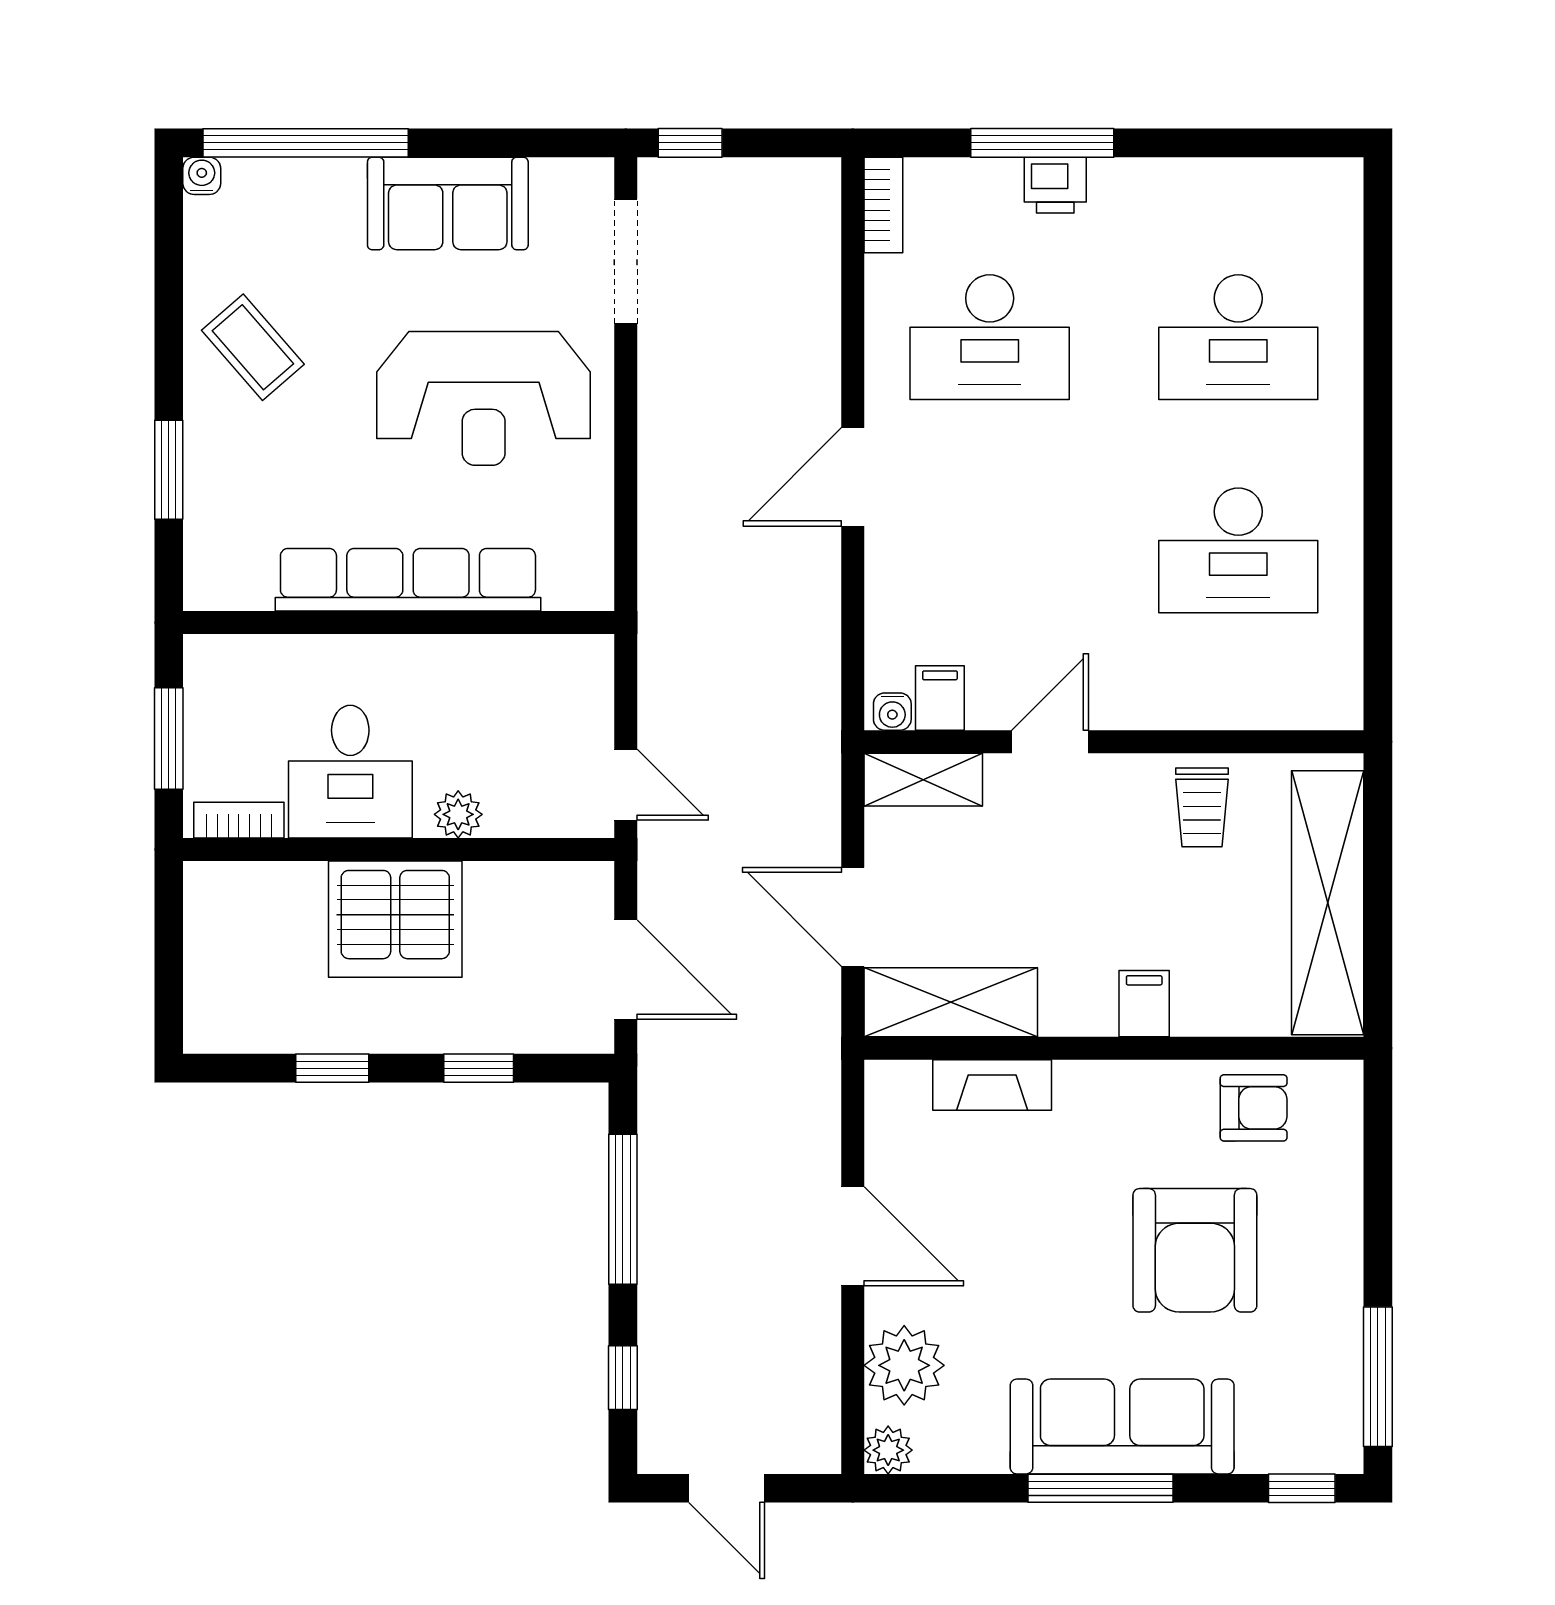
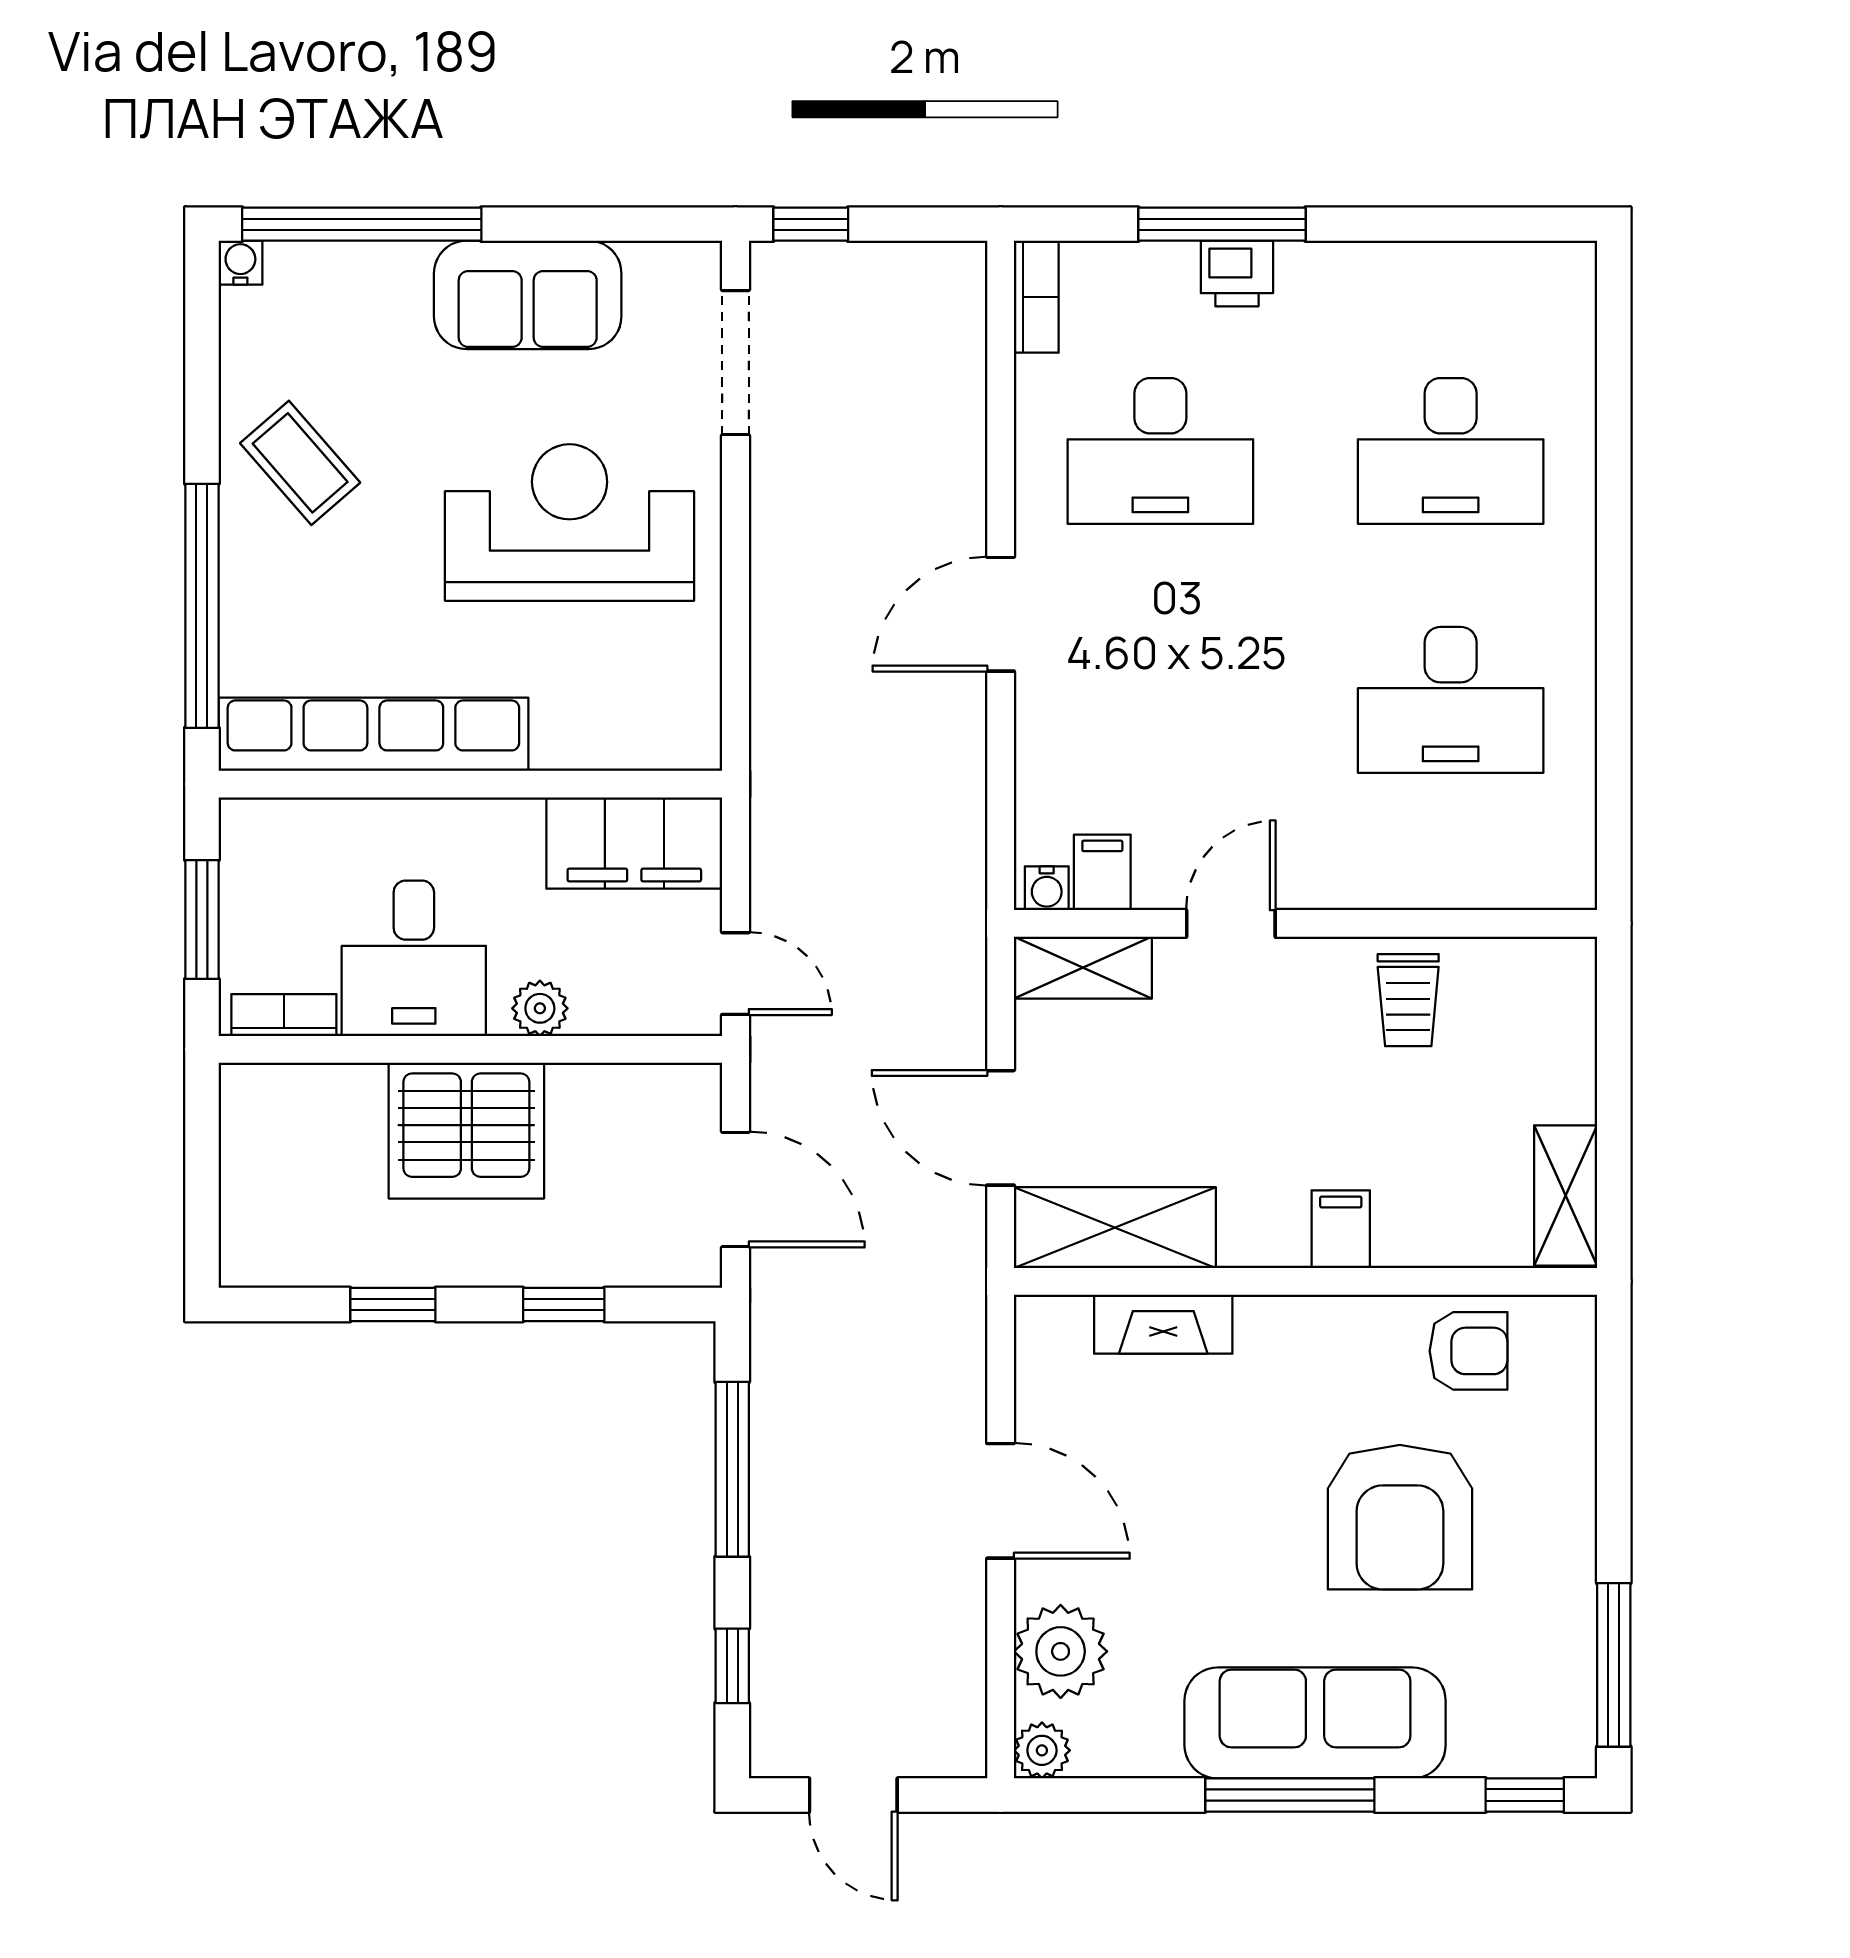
reception desk: (484, 398) -> (570, 522), turned 180
window: (169, 470) -> (202, 606), width x2.11
row of seats: (408, 580) -> (373, 734), moved
filing cabinet: (539, 673) -> (634, 843), added
shelving: (1328, 903) -> (1566, 1195), width x0.45, depth x0.75

